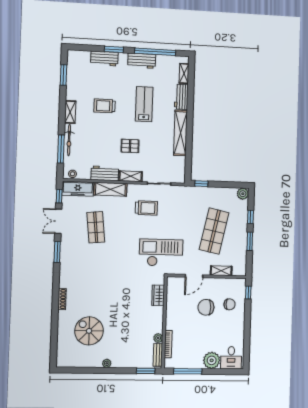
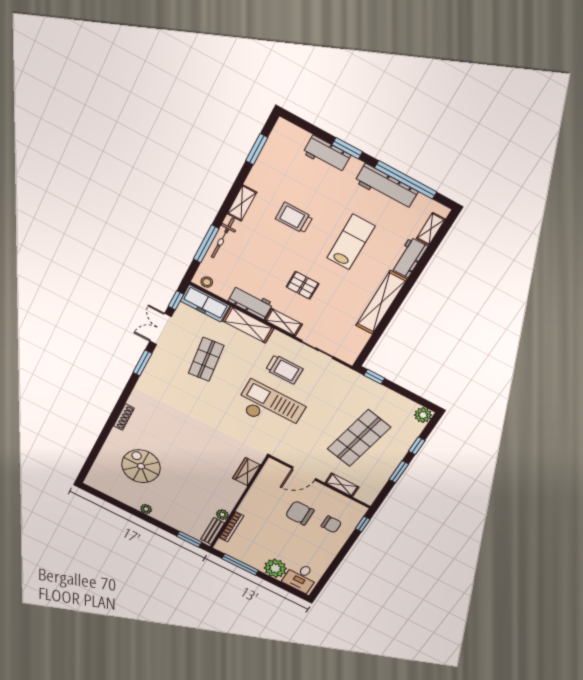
workbench: (142, 61) -> (386, 187), width x1.38
checkout: (161, 253) -> (270, 407), moved

